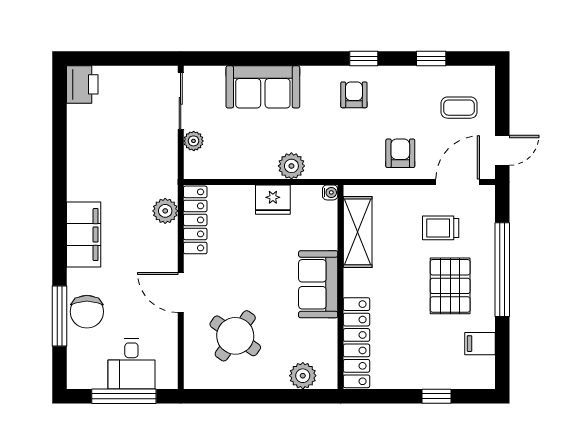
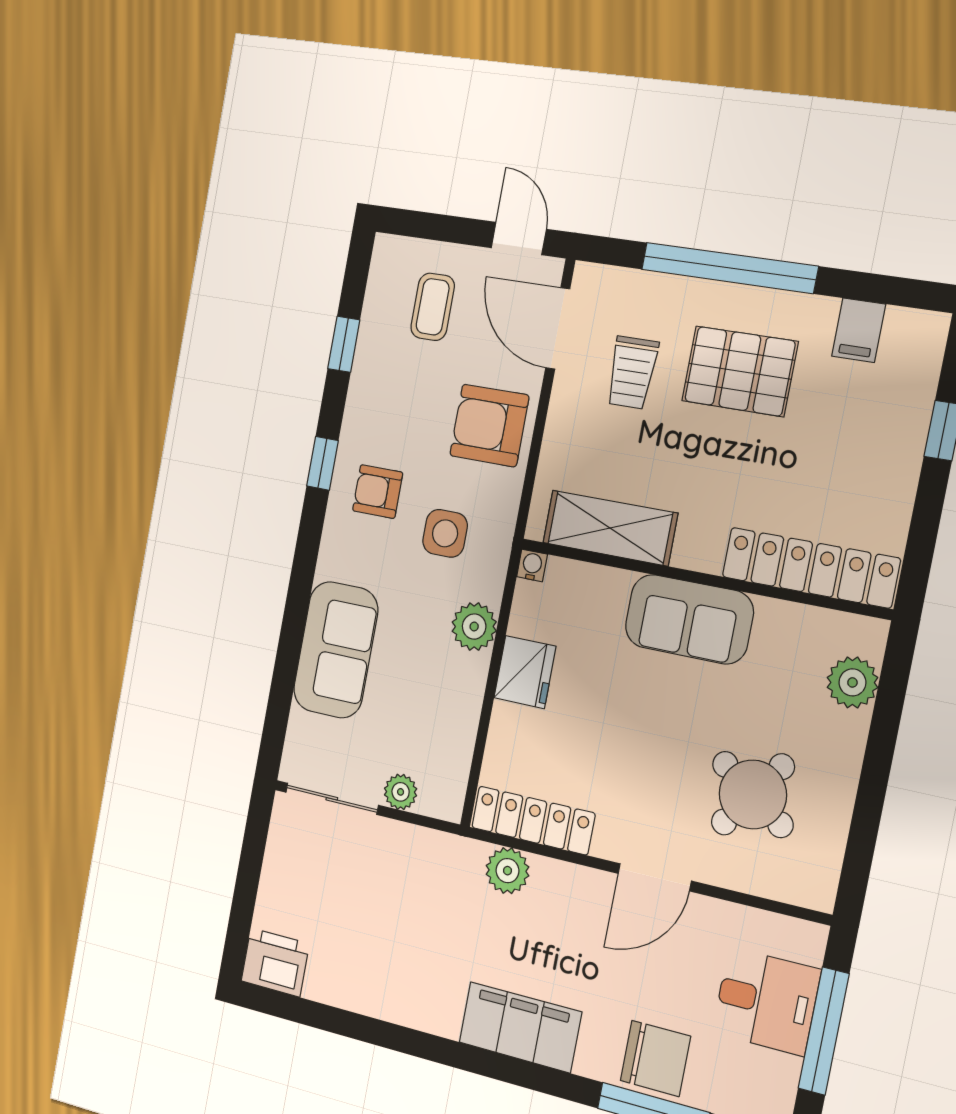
side table: (338, 139) -> (445, 533), added
armchair: (400, 153) -> (489, 426), width x1.38, depth x1.38

